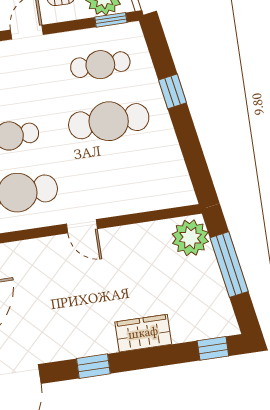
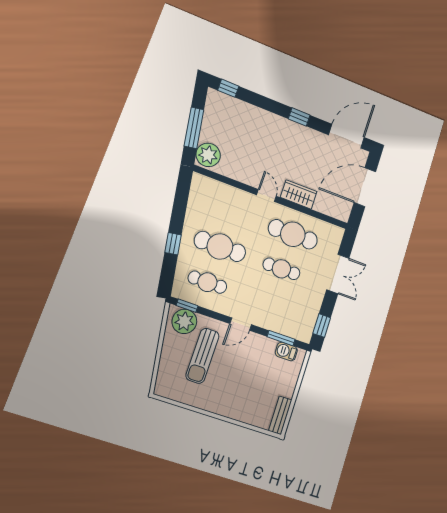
wardrobe: (143, 333) -> (299, 194), moved, turned 180

